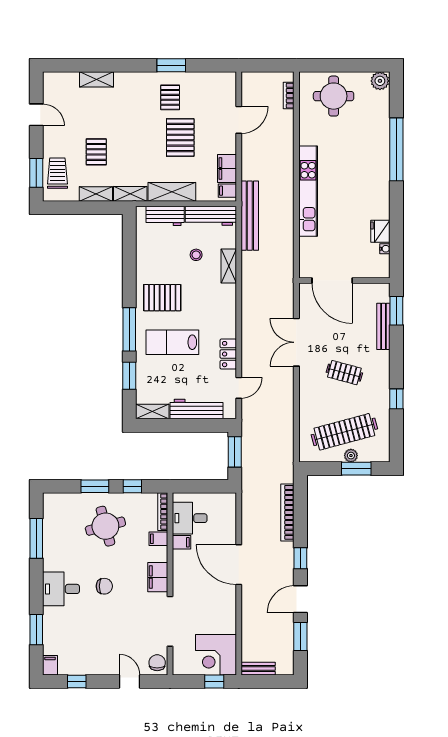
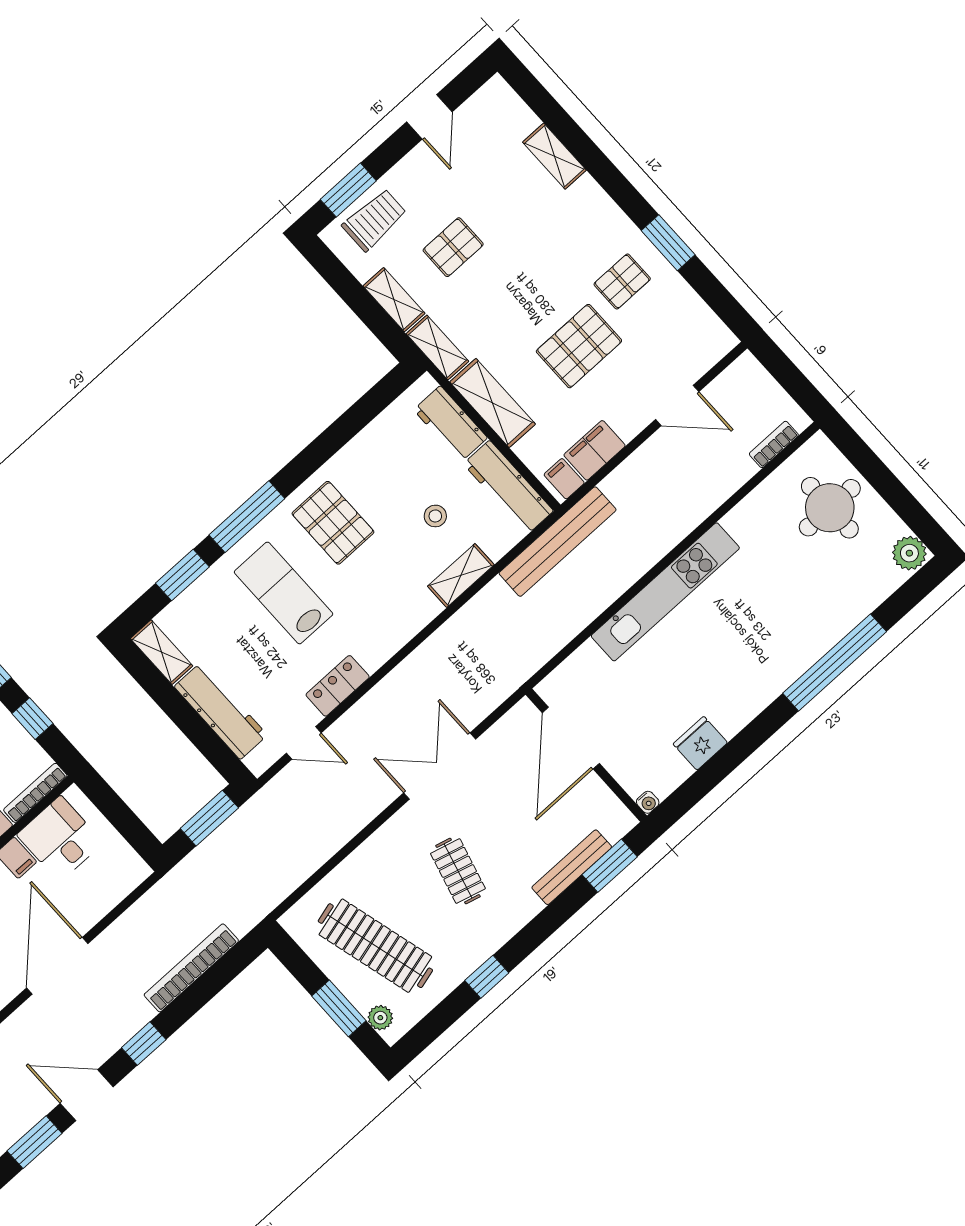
water cooler: (385, 249) -> (648, 802), moved
plant: (351, 456) -> (380, 1018), moved

